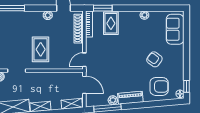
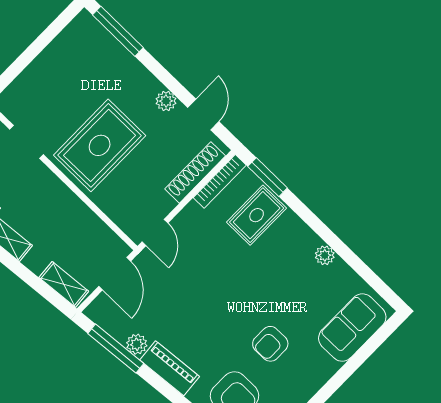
rug: (41, 49) -> (100, 145), width x1.36, depth x1.43
armchair: (154, 59) -> (270, 344), turned -126
door: (84, 60) -> (155, 232), swing flipped

